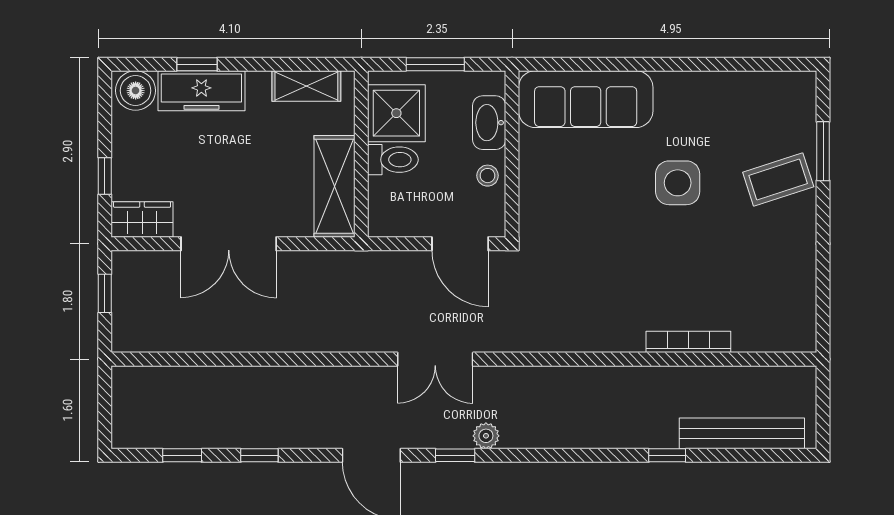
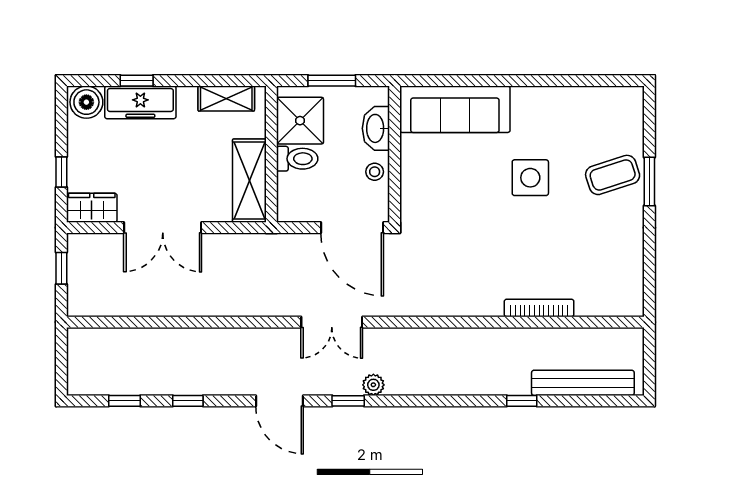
window: (823, 151) -> (649, 181), moved
door: (460, 244) -> (352, 228), width x1.36

